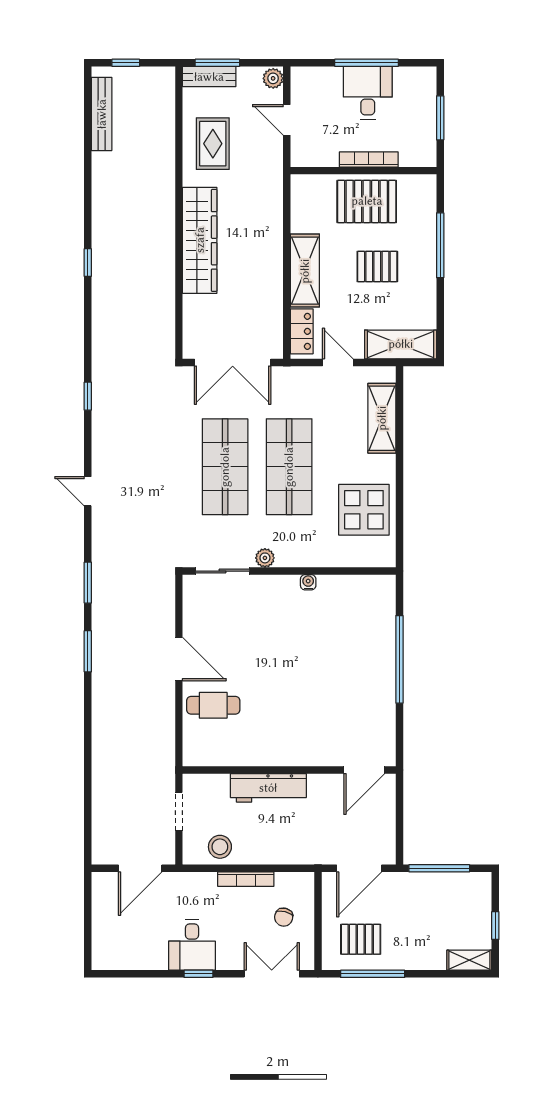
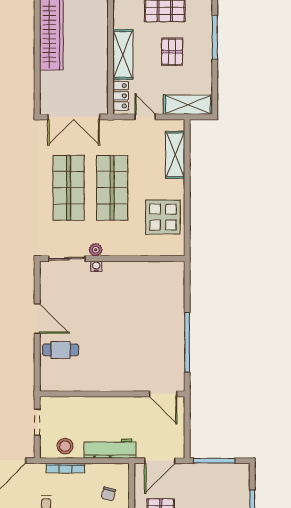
pallet: (377, 266) -> (172, 52), turned 90
water cooler: (308, 582) -> (96, 266), moved
window: (399, 659) -> (187, 342), moved
door: (364, 770) -> (163, 394), hinge flipped
workbench: (268, 788) -> (110, 449), moved, turned 180
bookcase: (246, 879) -> (65, 468), moved

